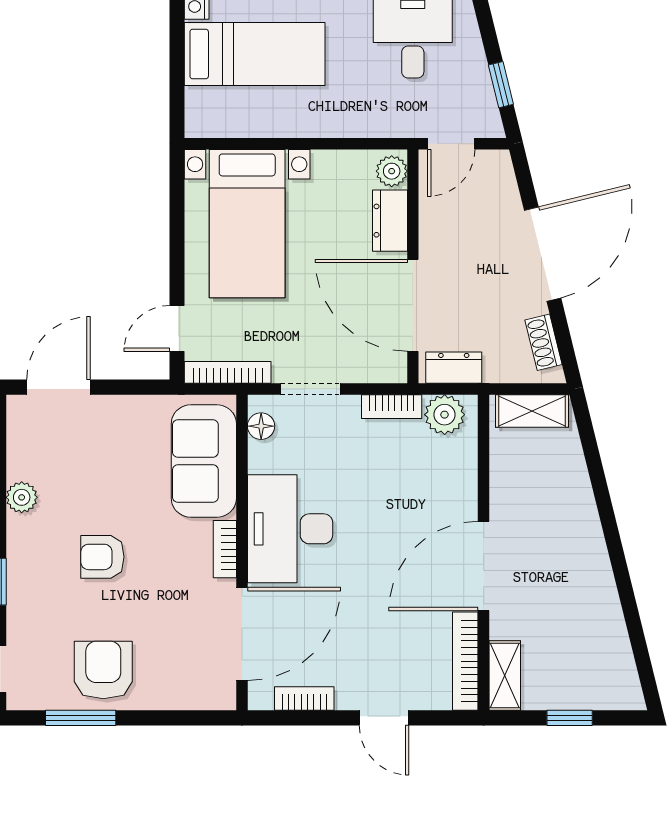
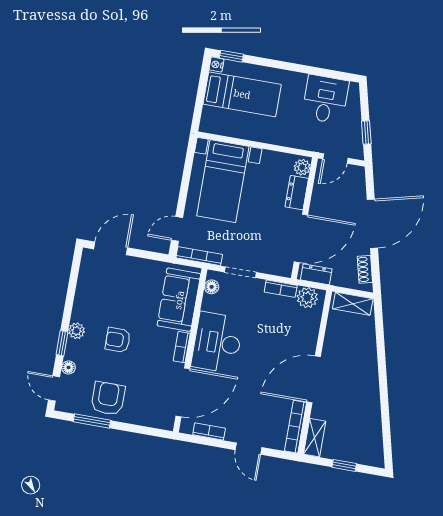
door: (413, 305) -> (301, 238), swing flipped
plant: (22, 497) -> (76, 331), moved
floor lamp: (19, 625) -> (69, 367), added

